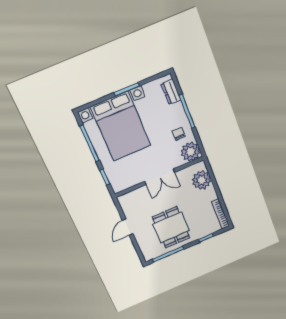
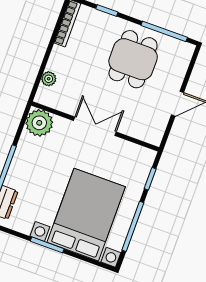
chair: (179, 134) -> (35, 153), removed
plant: (202, 180) -> (49, 79), width x0.53, depth x0.53

